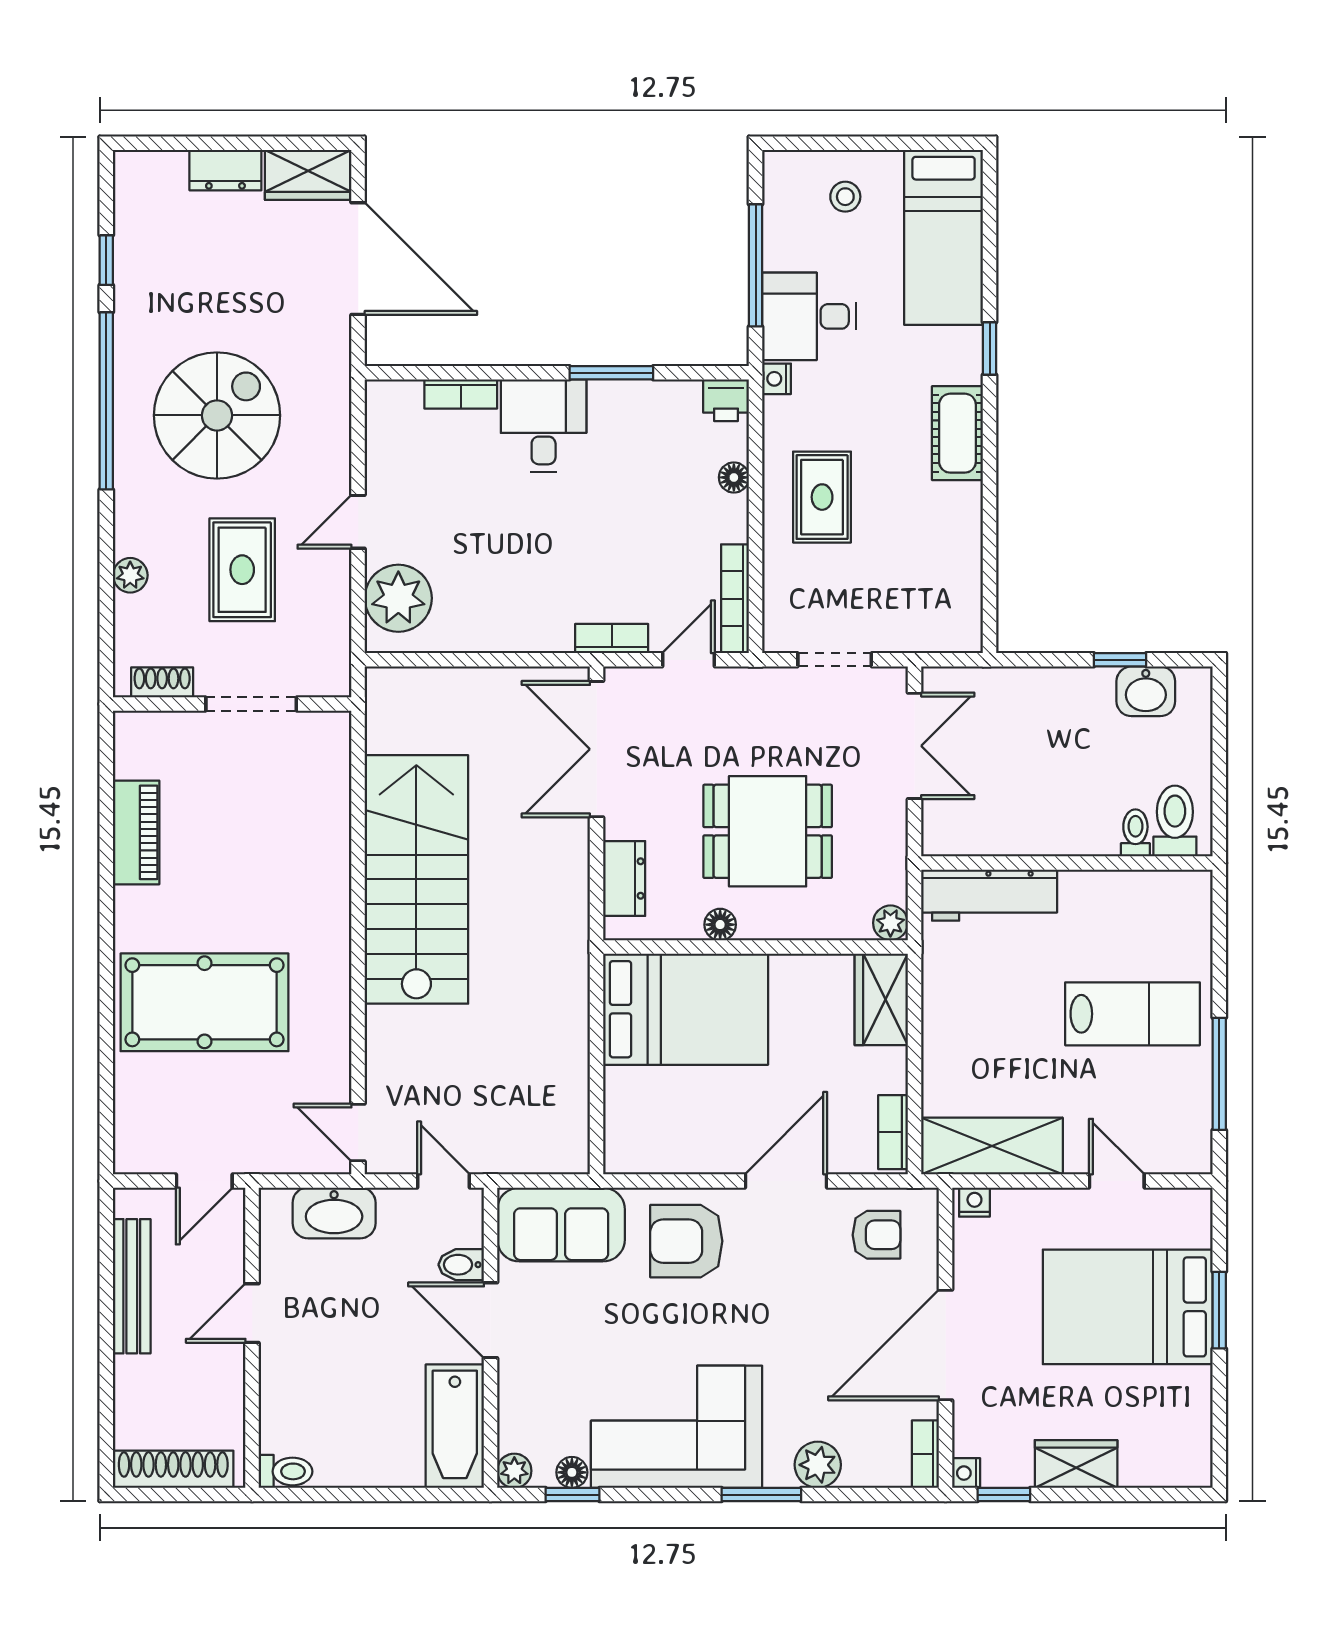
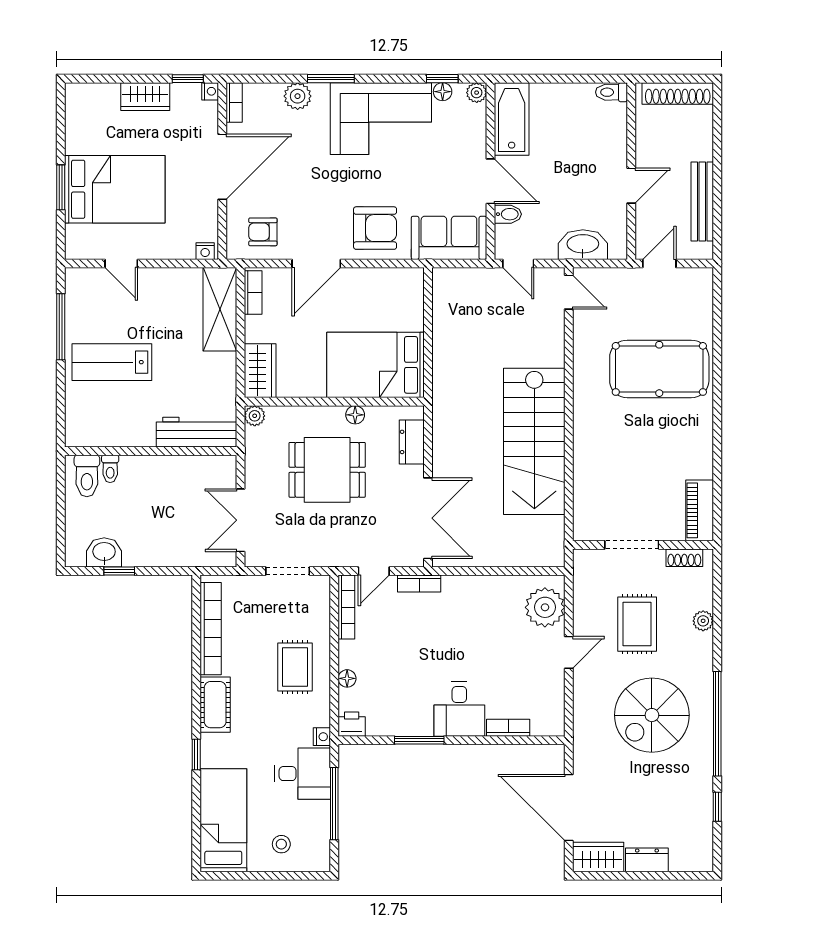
bookcase: (965, 562) -> (211, 629), added
piano: (136, 832) -> (700, 510), moved
shelving: (992, 1146) -> (220, 309), moved, turned 90

